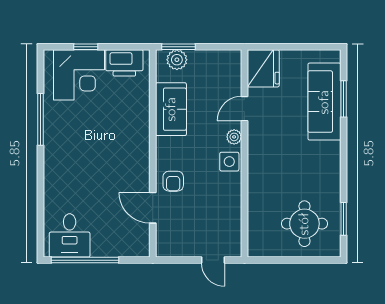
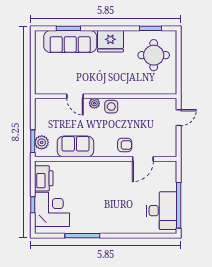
fridge: (263, 68) -> (110, 41), moved, turned 180
desk: (70, 235) -> (162, 211), width x1.37

